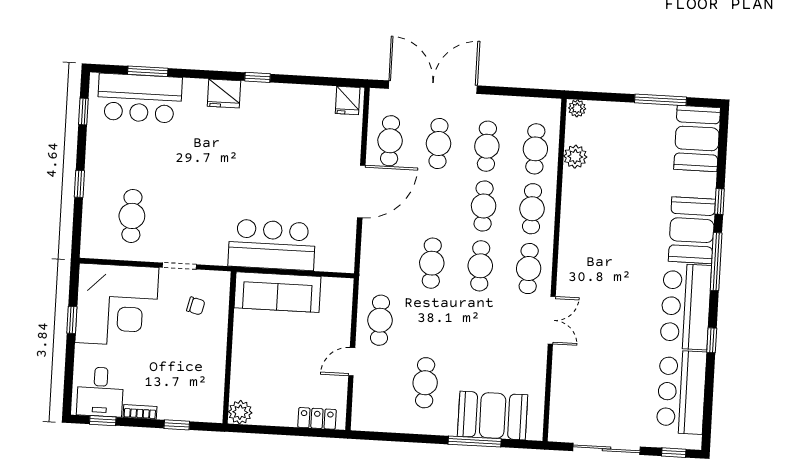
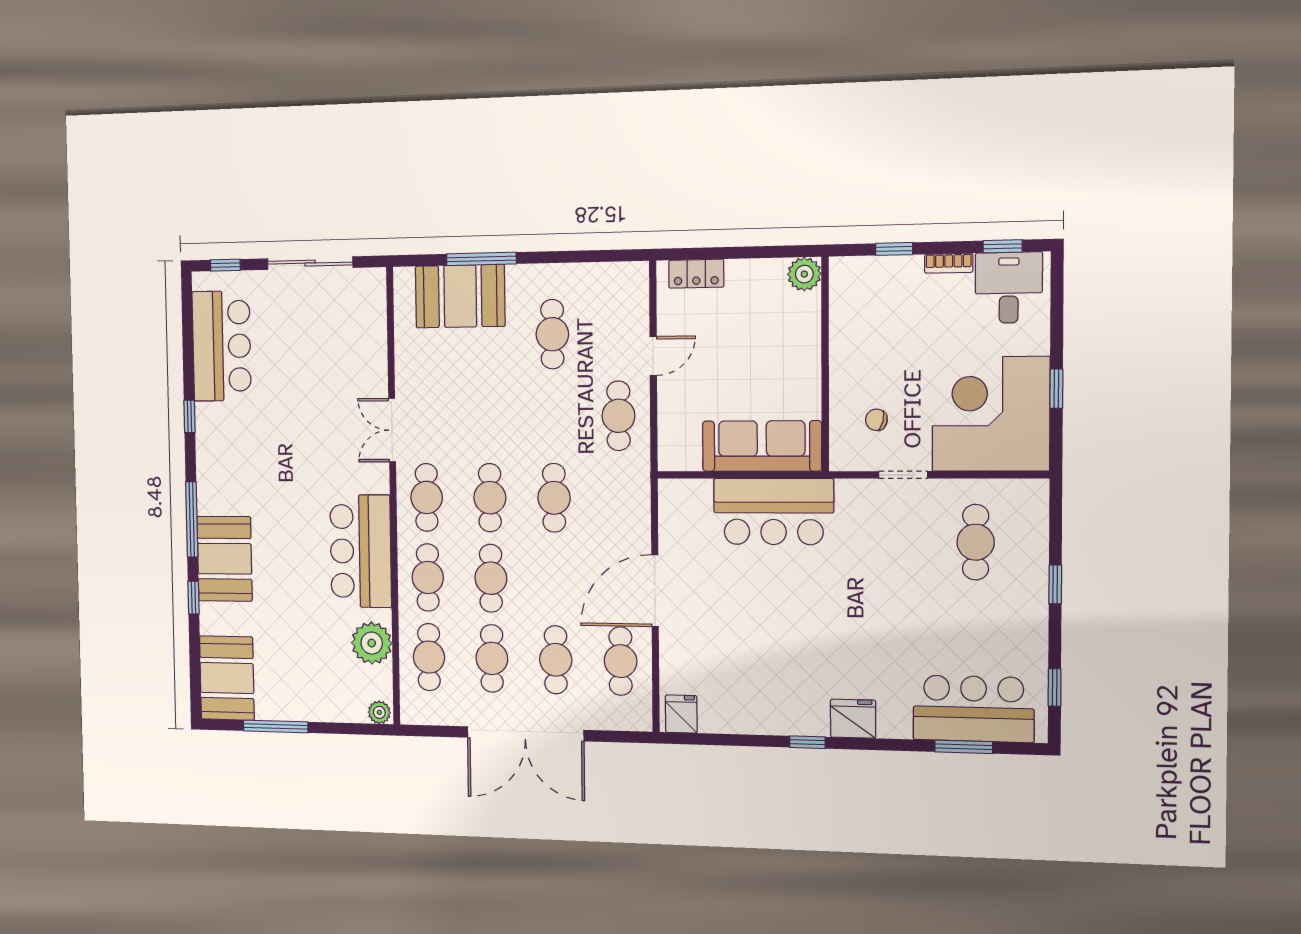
double door: (433, 87) -> (525, 734), moved
plant: (575, 157) -> (372, 643), width x1.36, depth x1.36
bar counter: (686, 307) -> (361, 551), moved, turned 180

